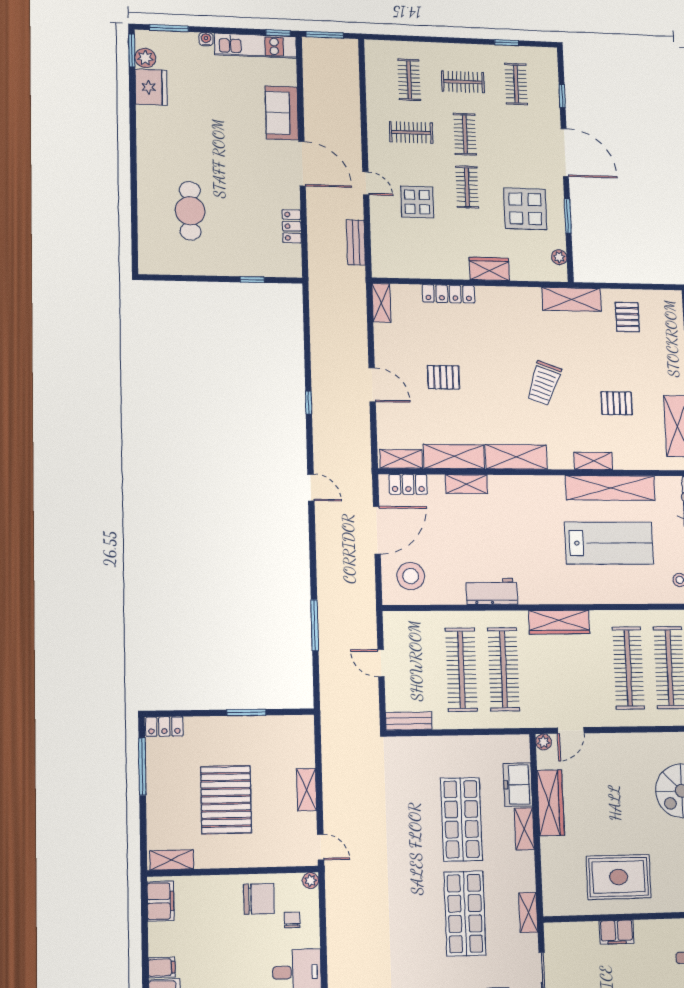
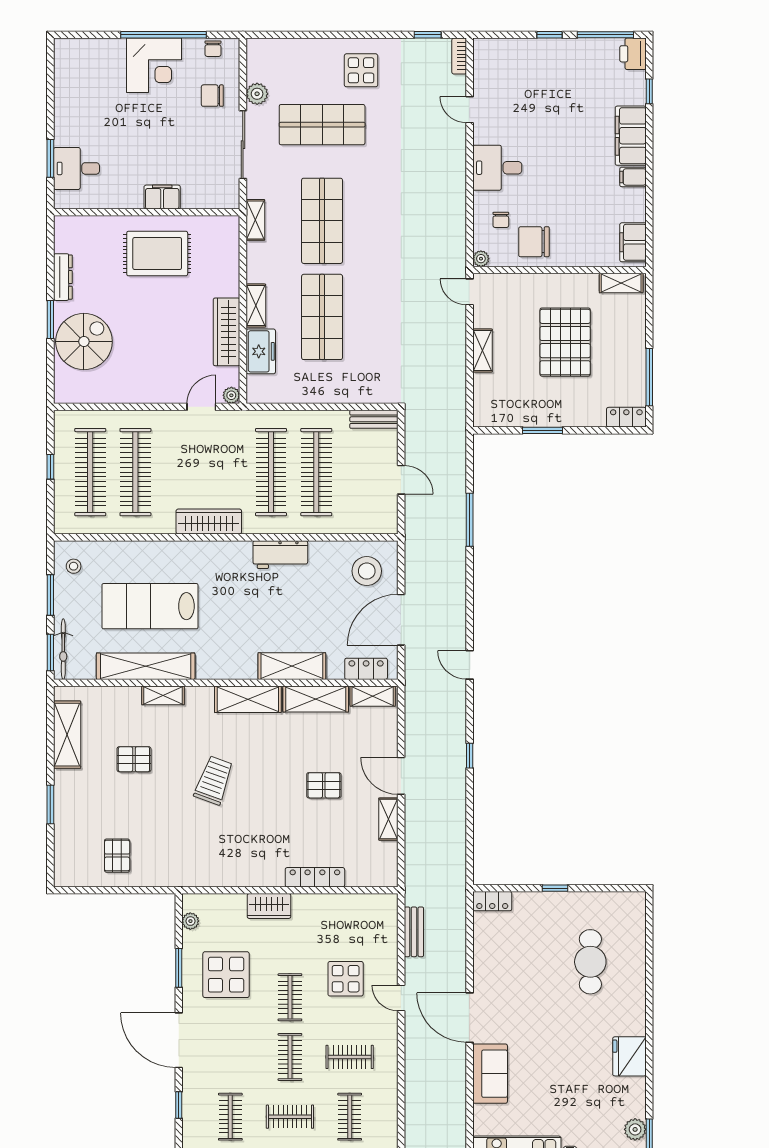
fridge: (151, 87) -> (629, 1056), moved
locker: (292, 226) -> (492, 901), moved, turned 90
window: (252, 280) -> (555, 888), moved
shelving: (572, 299) -> (179, 874), removed
shelving: (381, 303) -> (388, 819), moved
shelving: (466, 484) -> (292, 666), width x1.50, depth x1.33

